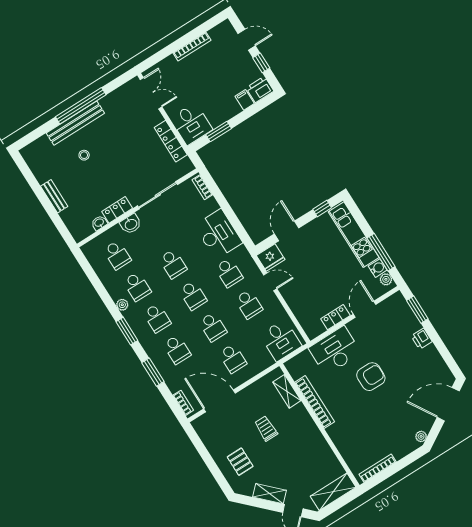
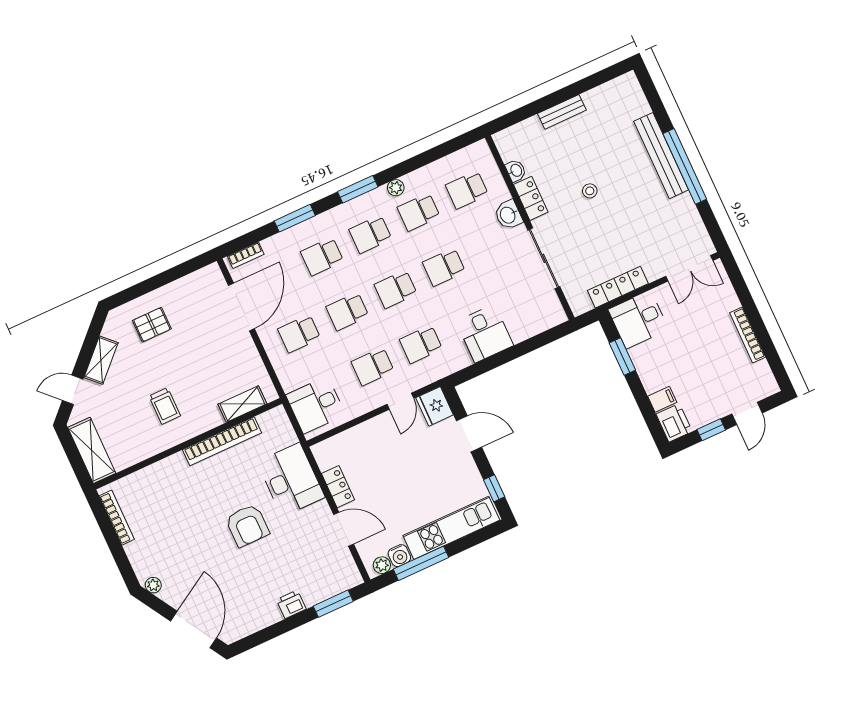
stool: (84, 155) -> (590, 191), moved
bookcase: (202, 187) -> (547, 323), removed
desk: (218, 234) -> (485, 333), width x0.73
trolley: (266, 429) -> (165, 406), moved, turned 90

